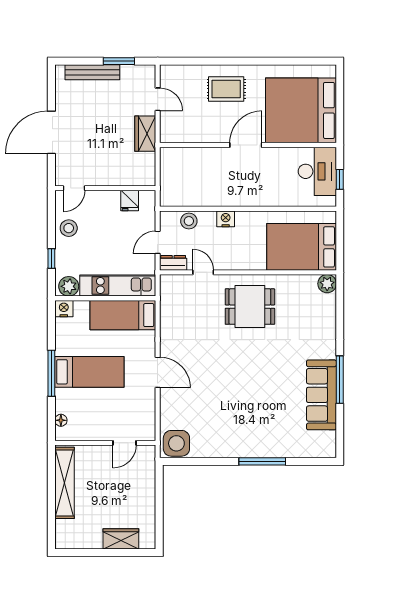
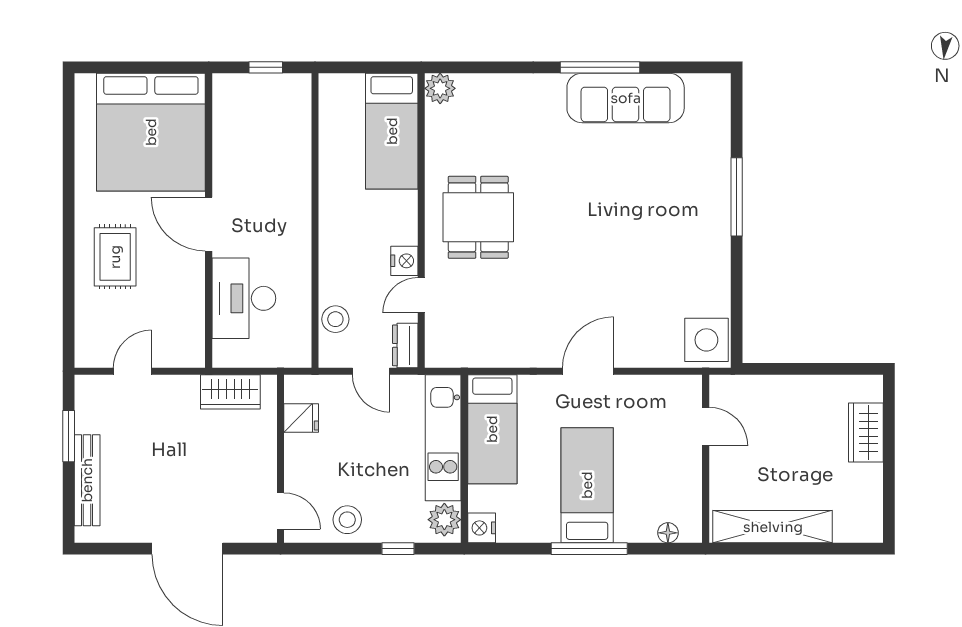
wardrobe: (145, 134) -> (230, 392), moved
desk: (317, 171) -> (244, 298), moved, turned -90
nightstand: (226, 219) -> (404, 261), moved, turned 180
bed: (302, 247) -> (392, 131), width x0.67

